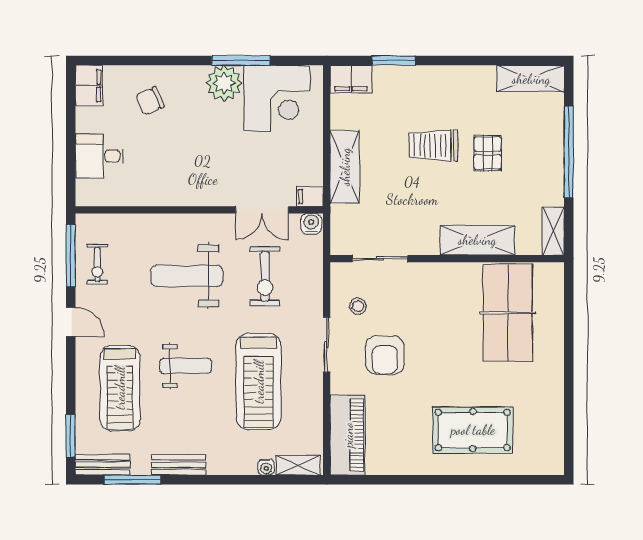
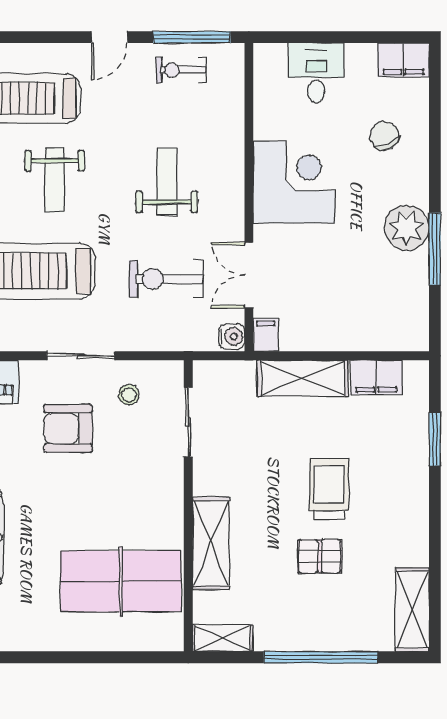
filing cabinet: (351, 79) -> (376, 377), moved, turned -90
corner desk: (277, 98) -> (294, 182), moved, turned 180
weight bench: (187, 276) -> (167, 182), width x0.73, depth x0.75

